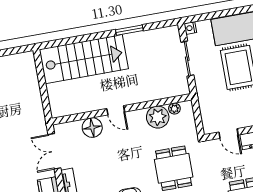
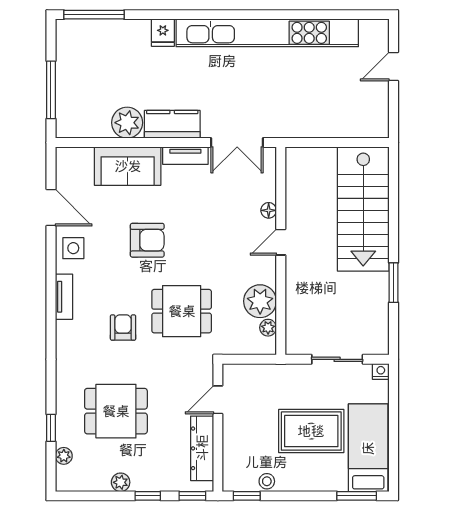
floor lamp: (92, 128) -> (269, 210), width x0.53, depth x0.53
double door: (54, 151) -> (237, 143), swing flipped

